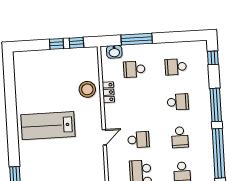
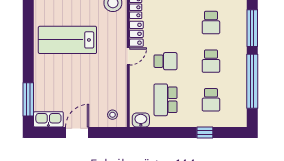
school desk: (178, 102) -> (211, 23), turned 90
locker: (110, 116) -> (136, 34), added

